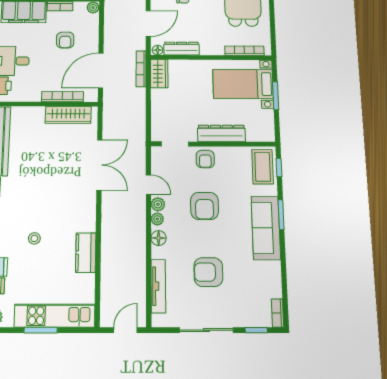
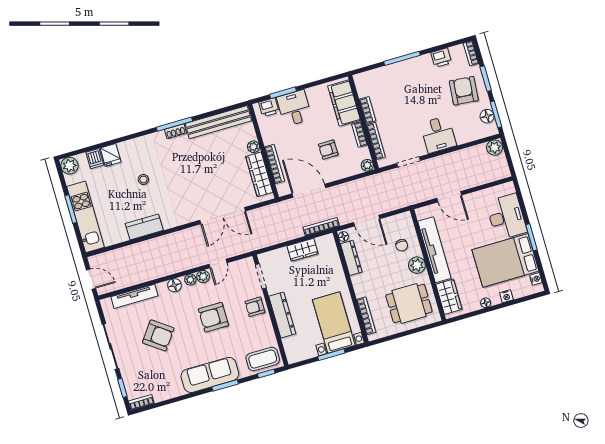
wardrobe: (159, 74) -> (303, 250), moved
plant: (38, 113) -> (253, 147), added
armchair: (208, 272) -> (158, 335), turned 126

